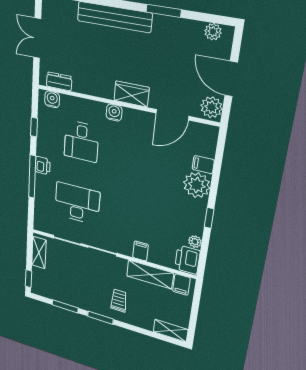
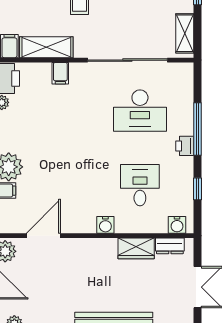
wardrobe: (132, 94) -> (136, 248), moved

